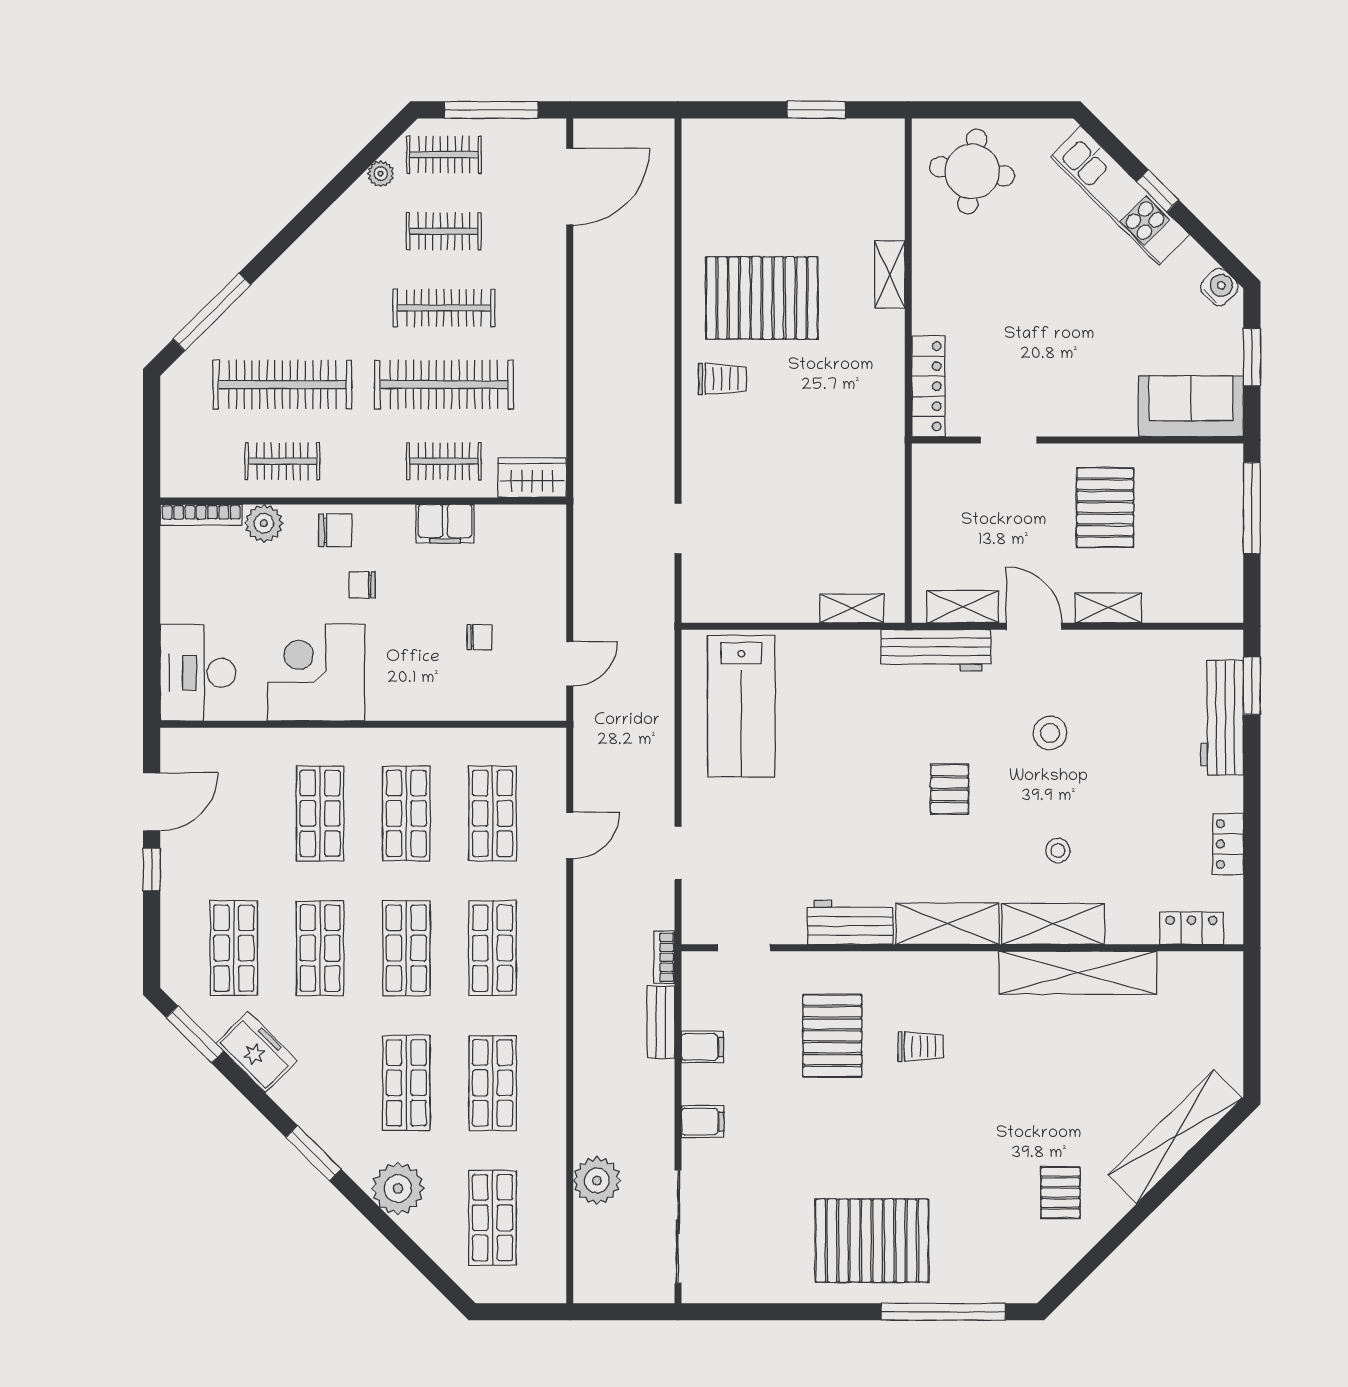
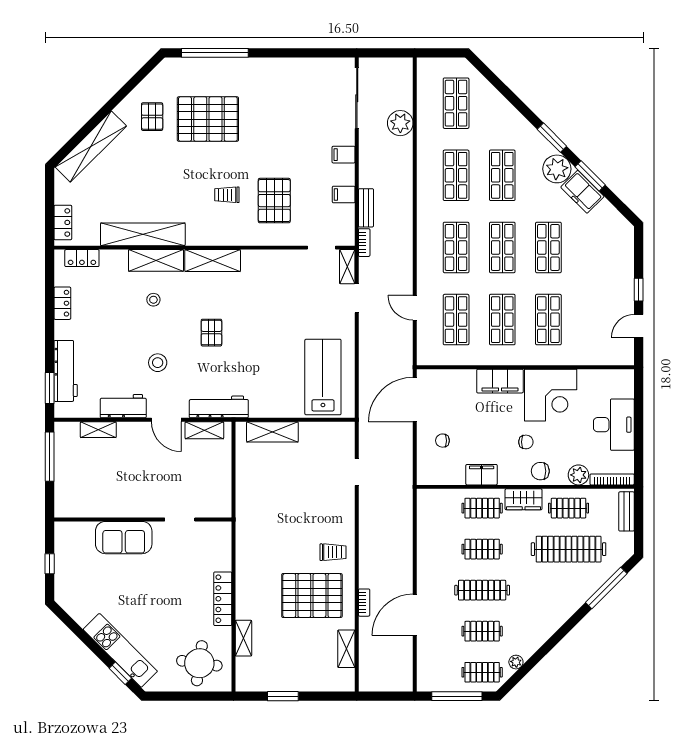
door: (570, 187) -> (415, 615), moved
window: (1158, 191) -> (120, 673), moved
shelving: (697, 198) -> (346, 649), added
shelving: (890, 275) -> (243, 638), moved
bookcase: (664, 285) -> (364, 603), added
water cooler: (1219, 287) -> (67, 601), removed
window: (1252, 357) -> (50, 564), width x0.67
trolley: (722, 379) -> (333, 552), turned 180
clothes rail: (444, 385) -> (482, 549), width x0.54, depth x0.76
locker: (928, 386) -> (223, 599), moved
sofa: (1191, 406) -> (124, 538), moved
bench: (174, 455) -> (626, 511), added
wardrobe: (532, 478) -> (524, 499), moved
pallet: (1105, 508) -> (128, 483), removed
window: (1252, 508) -> (50, 457), moved
shelving: (852, 608) -> (272, 432), width x1.50, depth x1.33
shelving: (1108, 608) -> (98, 430), moved
chair: (479, 637) -> (442, 441), moved
door: (570, 664) -> (415, 400), width x1.87
desk: (198, 673) -> (614, 425), moved
filing cabinet: (411, 699) -> (500, 381), added
door: (152, 802) -> (639, 326), width x0.73
door: (570, 835) -> (415, 308), hinge flipped
shelving: (696, 912) -> (347, 267), added
workbench: (850, 922) -> (123, 406), moved, turned 180
shop shelf: (234, 948) -> (595, 247), removed
locker: (1227, 995) -> (63, 222), added
window: (195, 1035) -> (590, 176), moved
plant: (398, 1189) -> (557, 169), moved
pallet: (872, 1241) -> (208, 119), moved

